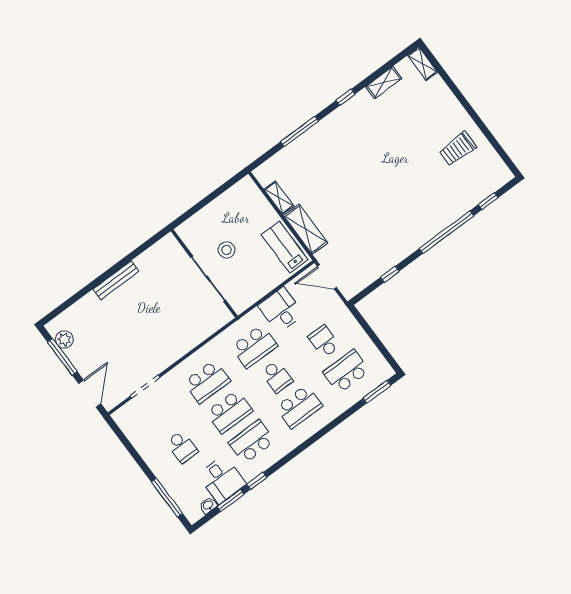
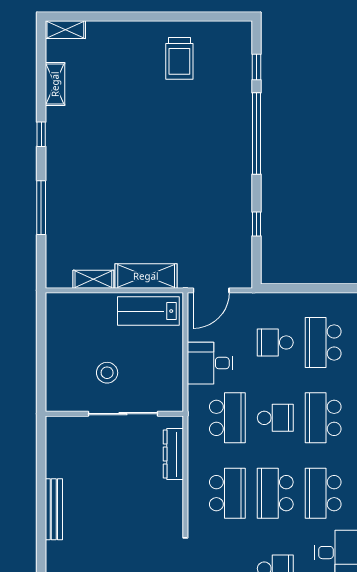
dresser: (206, 329) -> (173, 454), added
school desk: (299, 407) -> (323, 418), turned 180
school desk: (229, 412) -> (275, 493), turned 180

